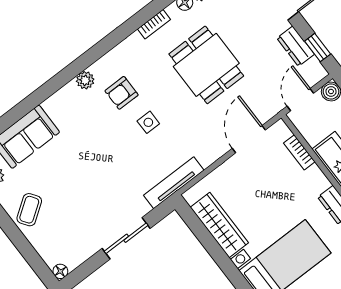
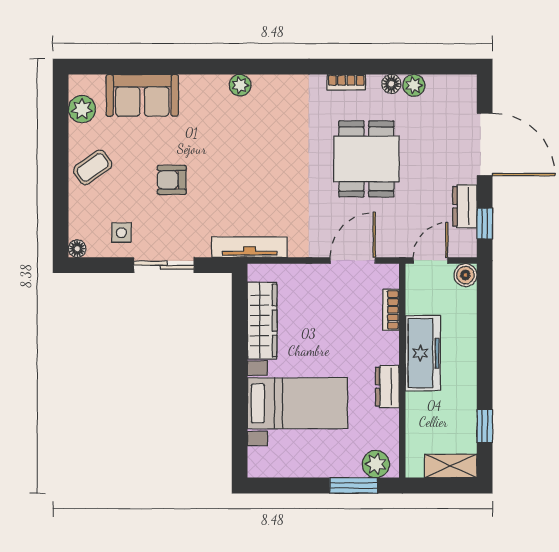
armchair: (122, 93) -> (172, 180), moved
side table: (148, 122) -> (121, 233), moved

